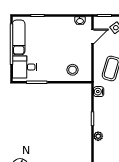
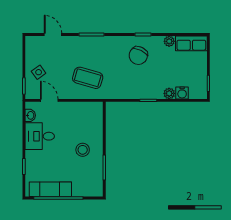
desk: (25, 67) -> (40, 136), moved, turned 90
stool: (73, 70) -> (83, 150), moved
water cooler: (99, 92) -> (182, 93), moved

